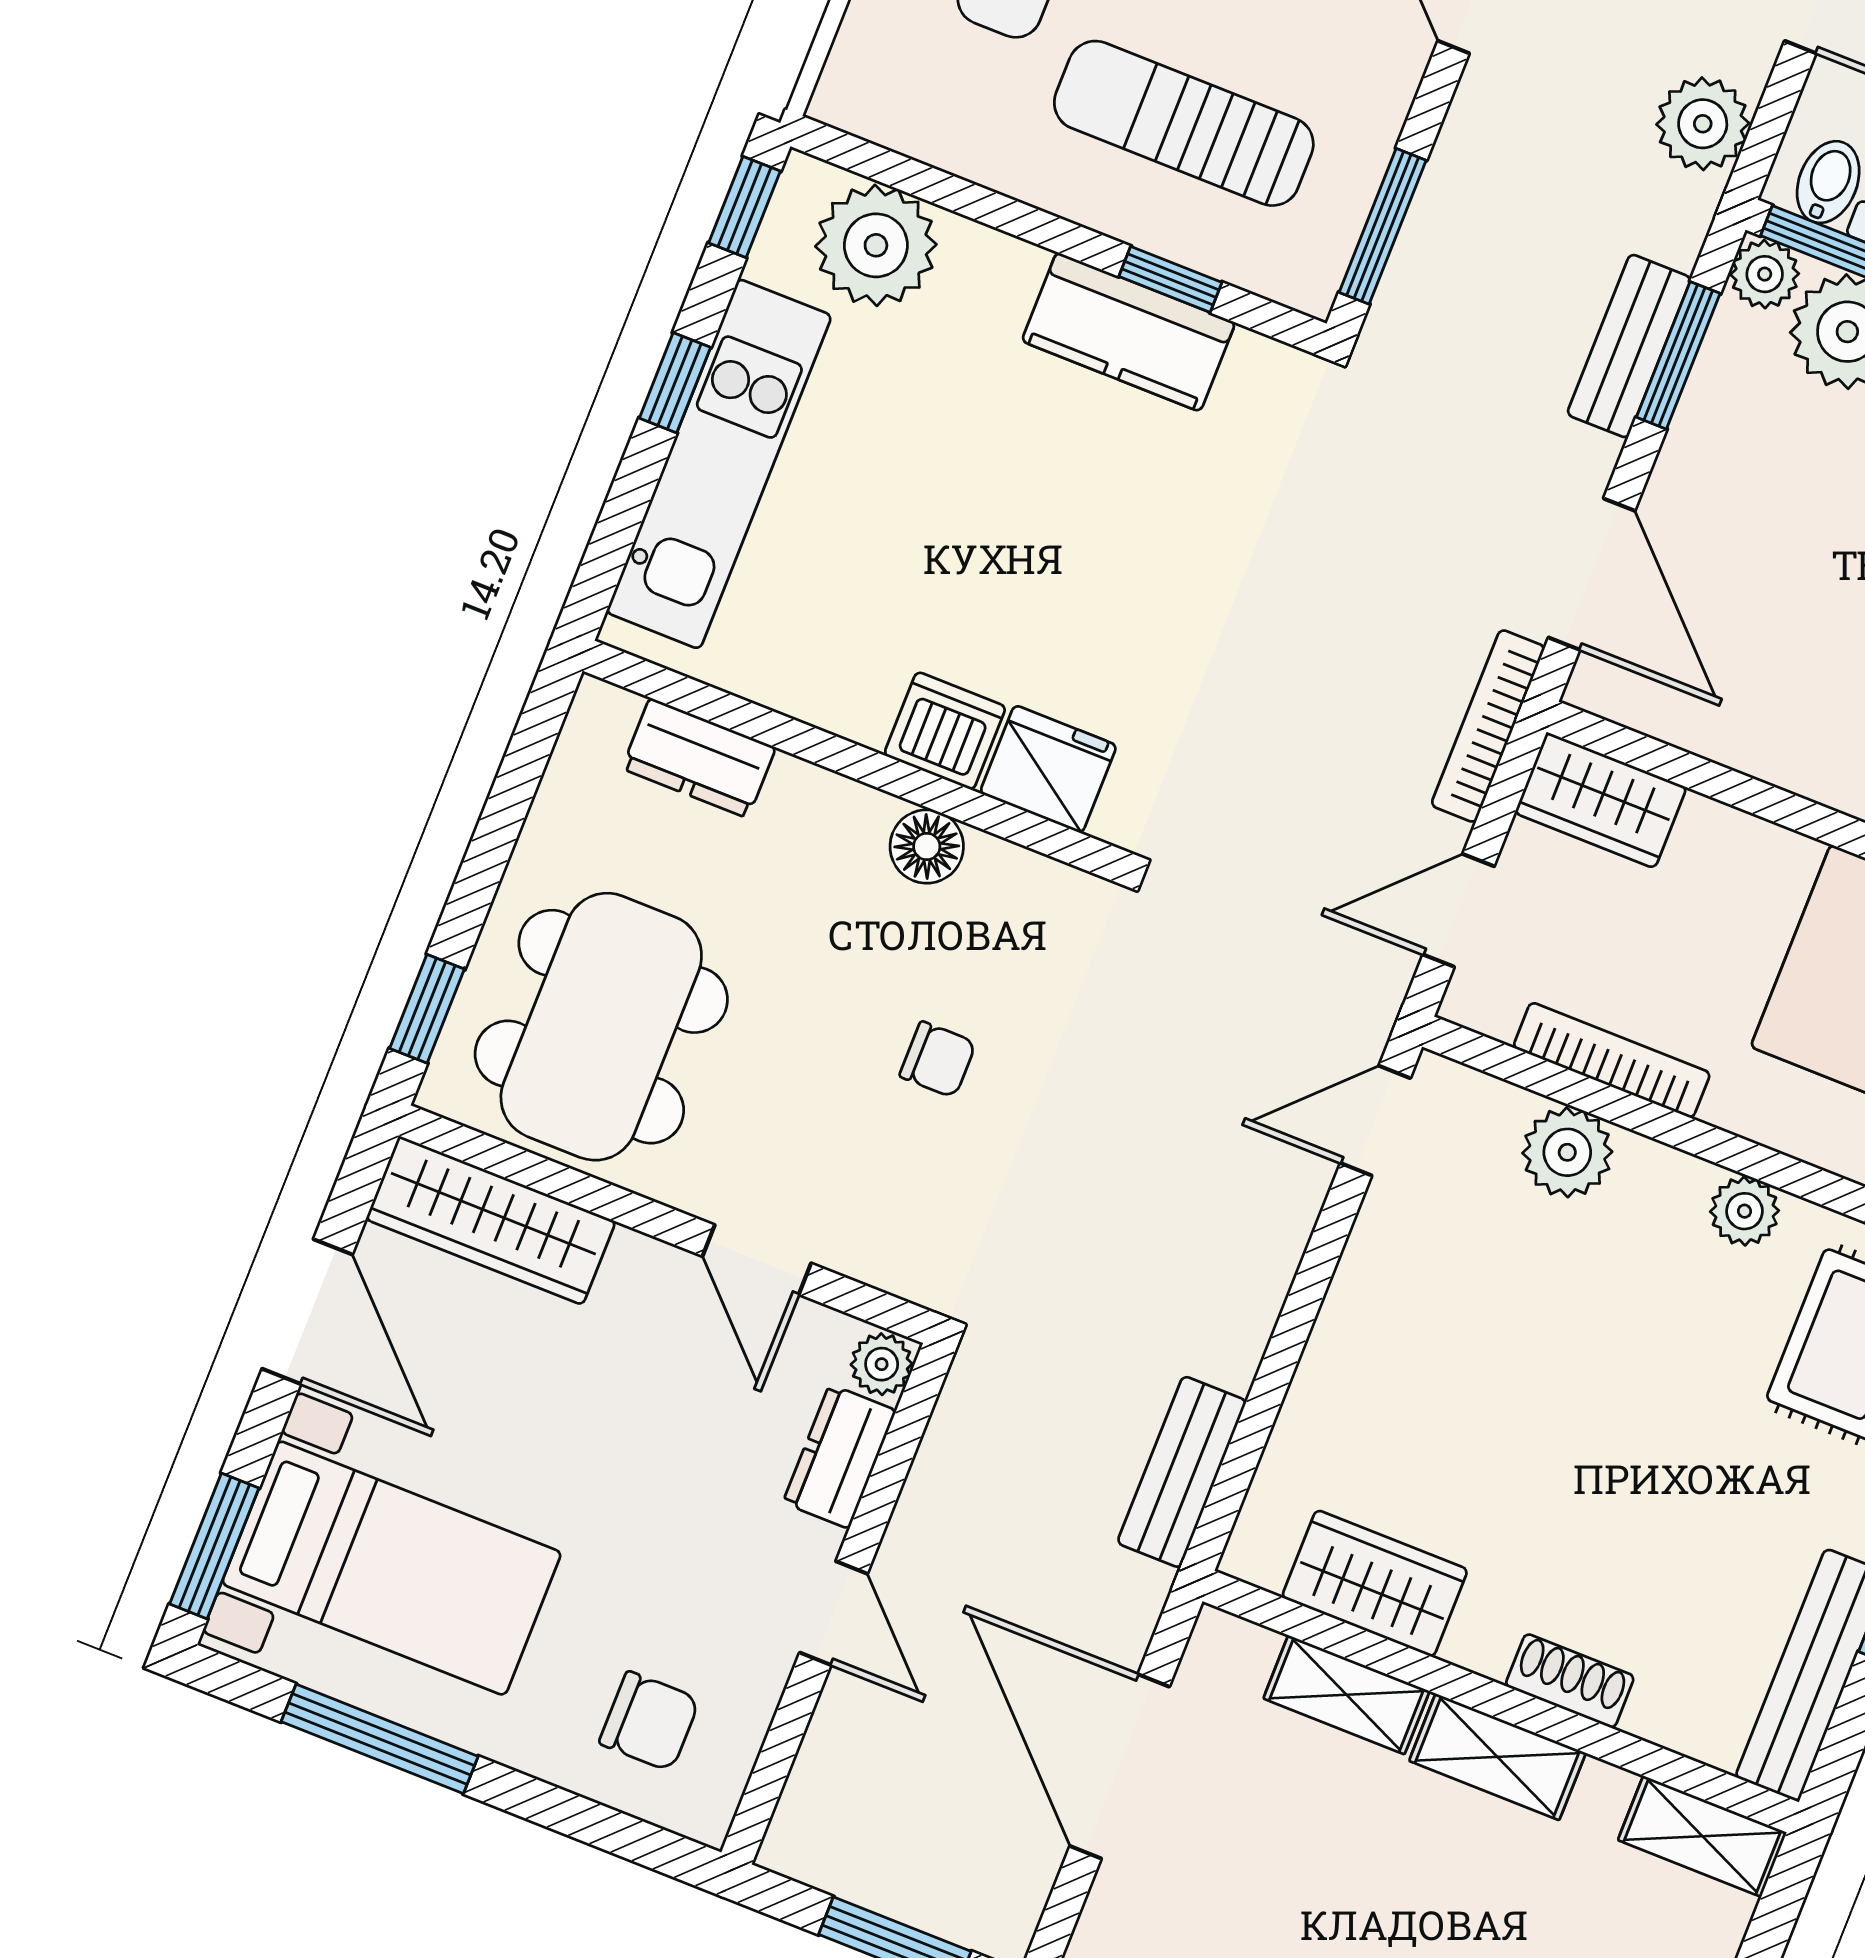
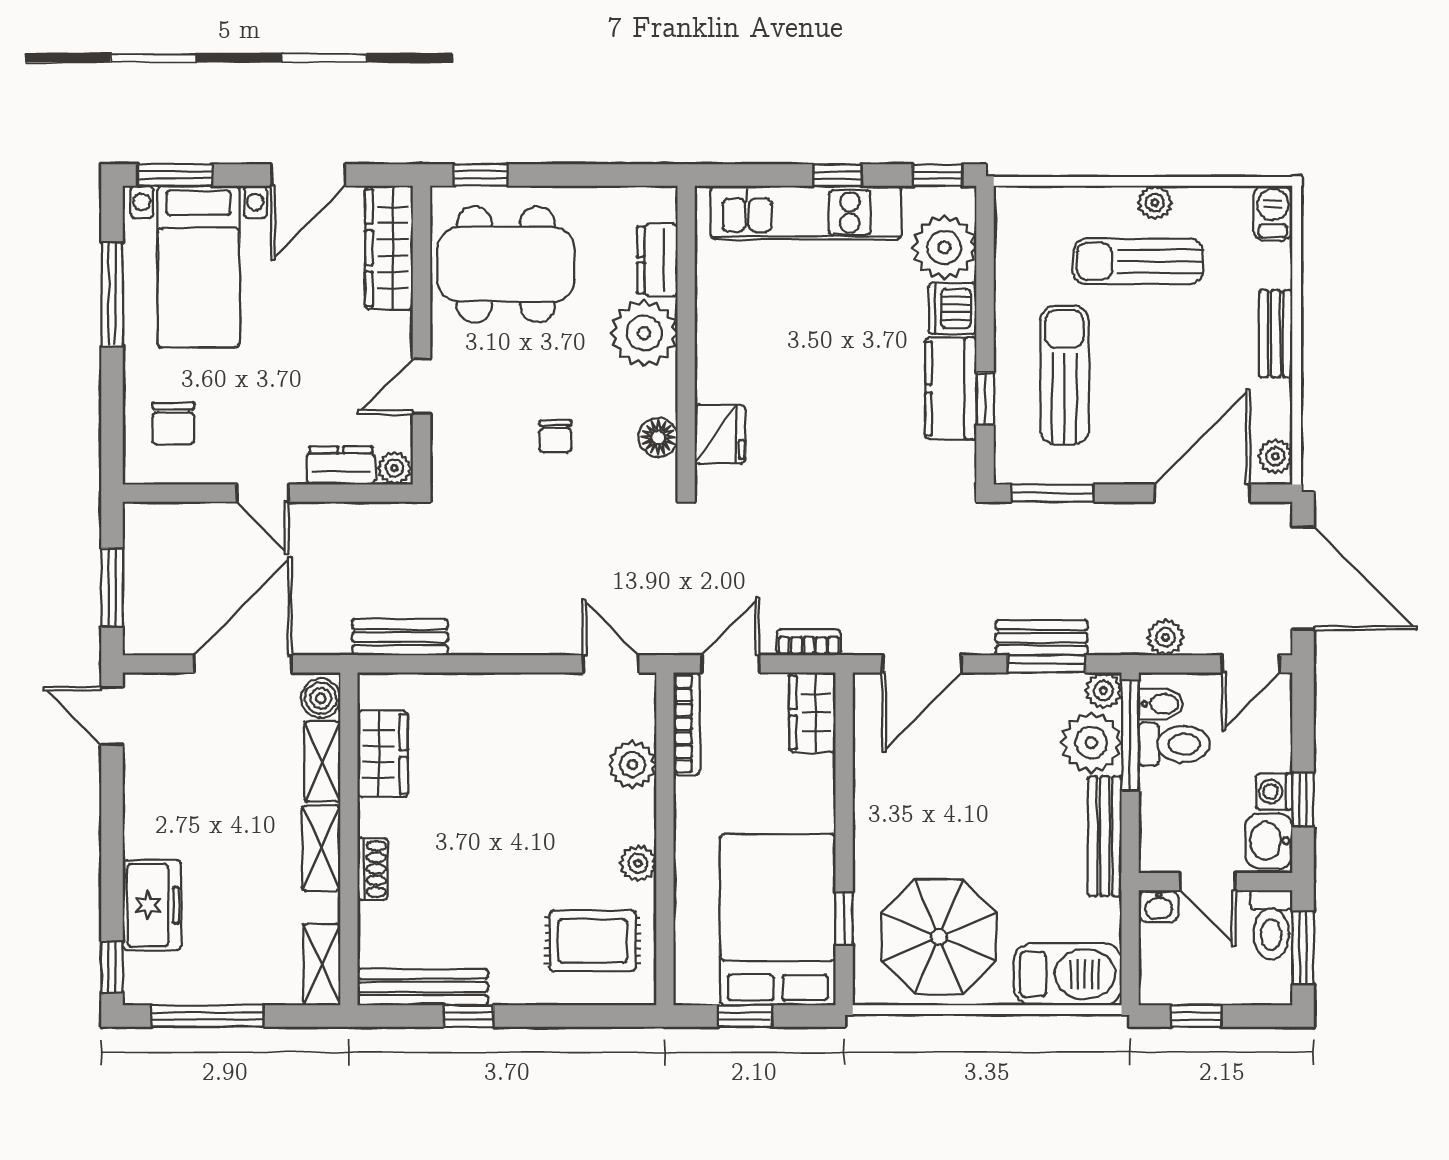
plant: (1703, 124) -> (1165, 637), width x0.73, depth x0.73
bookcase: (1488, 726) -> (809, 642), width x0.64
dishwasher: (945, 731) -> (952, 308), moved, turned 180
plant: (818, 832) -> (644, 333), added
floor lamp: (927, 846) -> (658, 437), moved
door: (1459, 910) -> (730, 664), hinge flipped
bookcase: (1612, 1060) -> (687, 724), moved
door: (834, 1613) -> (262, 493), hinge flipped
boiler: (1234, 1653) -> (321, 698), added

